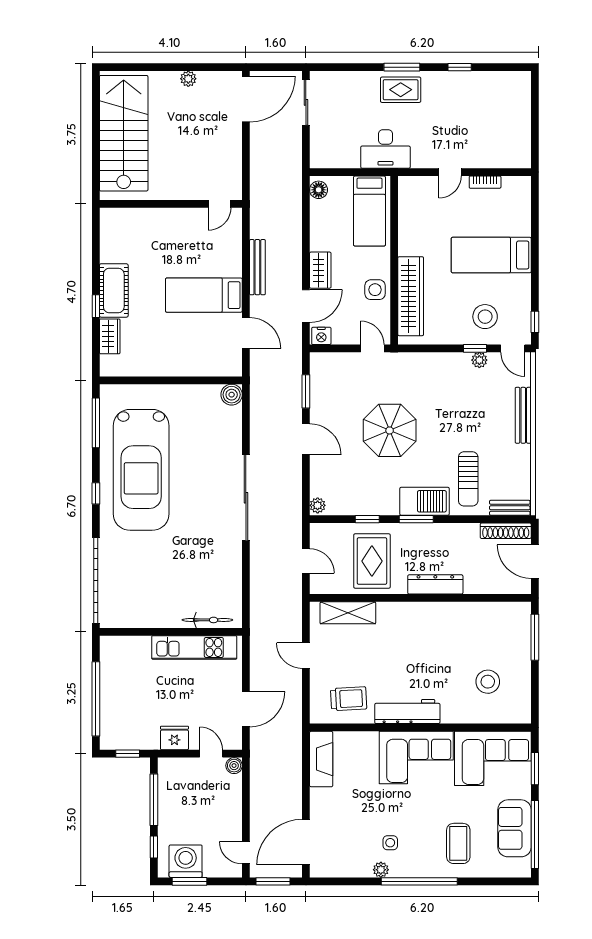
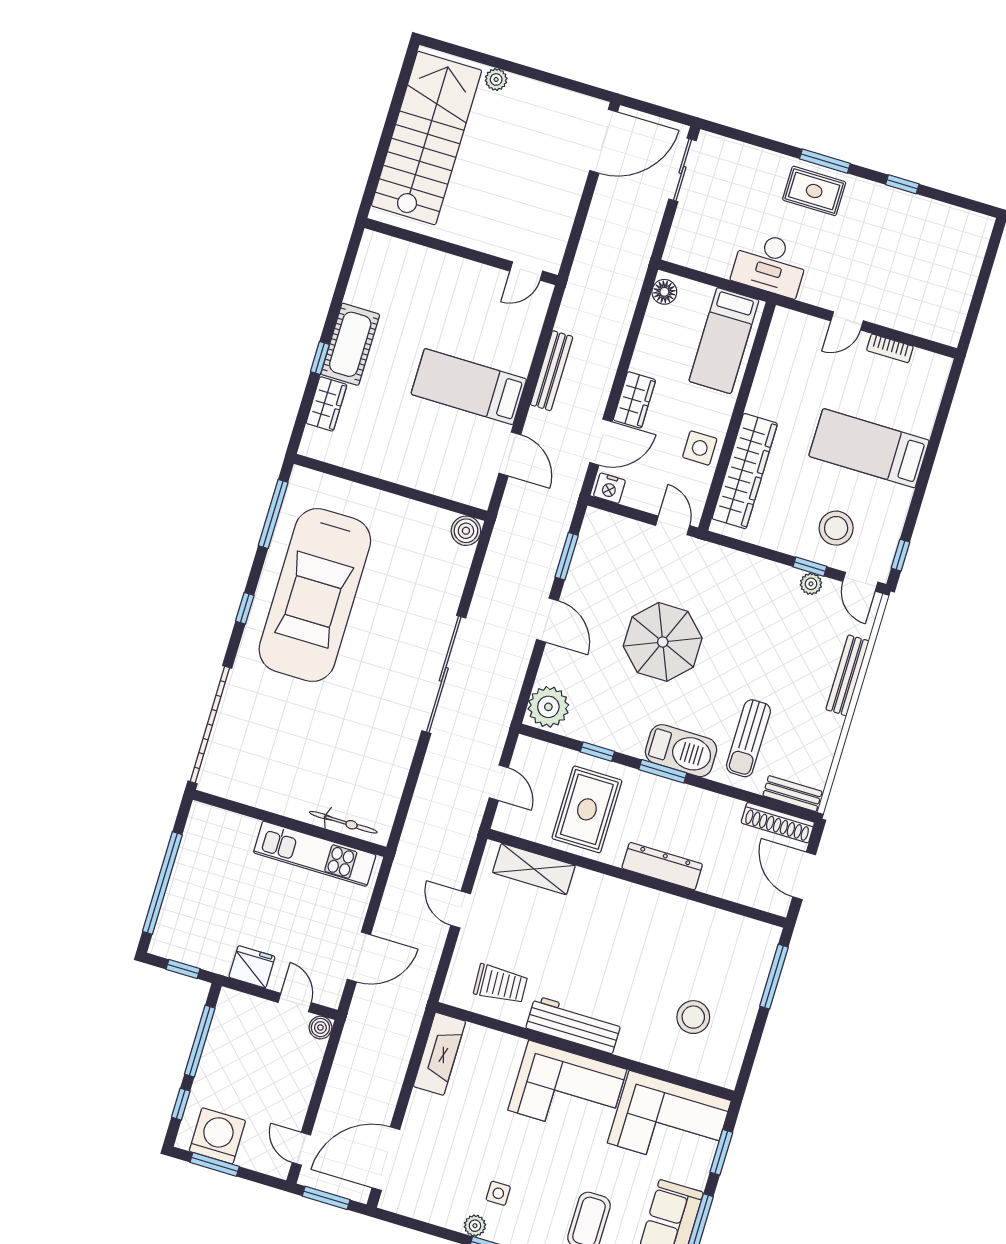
plant: (188, 79) -> (496, 79), moved
plant: (318, 505) -> (548, 707), width x1.88, depth x1.88

